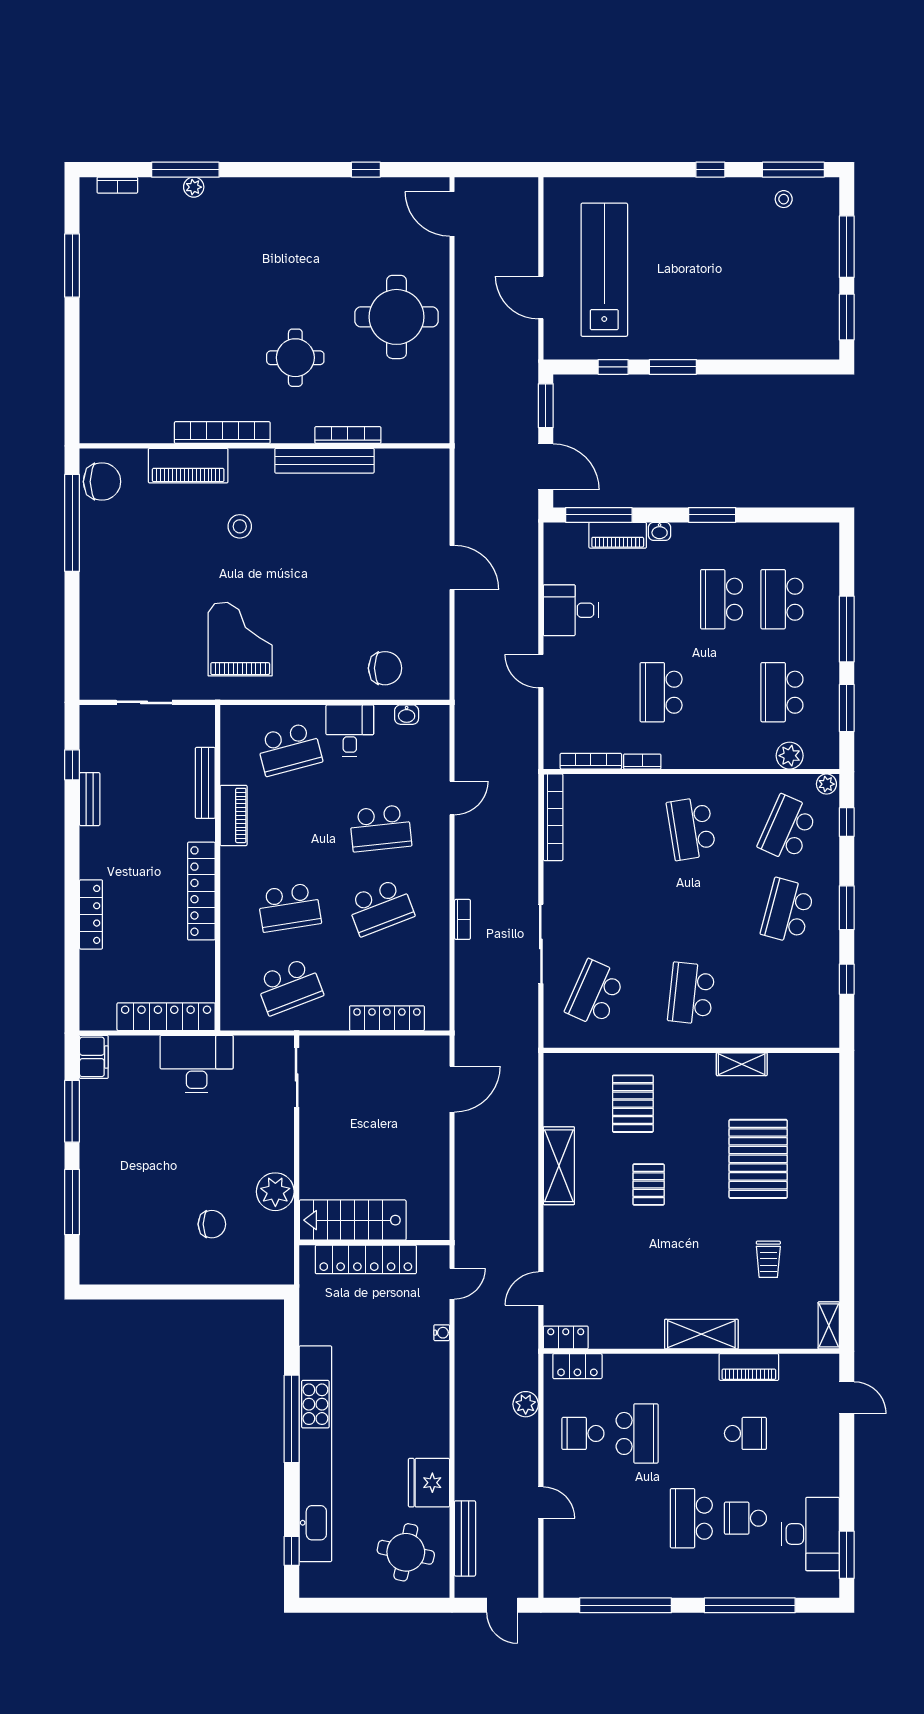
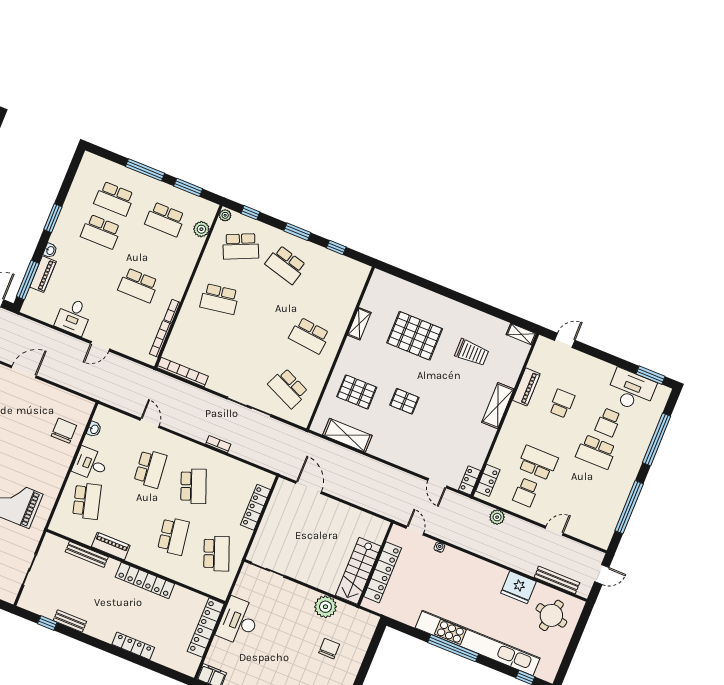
school desk: (788, 828) -> (241, 246), turned -48
shelving: (559, 1166) -> (347, 435), moved
trolley: (768, 1259) -> (472, 352), width x1.36, depth x1.39

